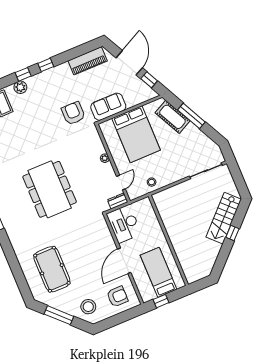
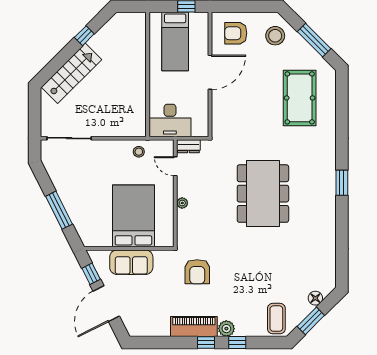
piano: (88, 61) -> (194, 327), moved
plant: (20, 87) -> (226, 329), moved
sofa: (108, 107) -> (131, 262), moved
cot: (172, 117) -> (82, 218), removed
door: (121, 183) -> (175, 166), hinge flipped
desk: (124, 224) -> (170, 120), moved, turned 90
window: (232, 233) -> (84, 36), moved

